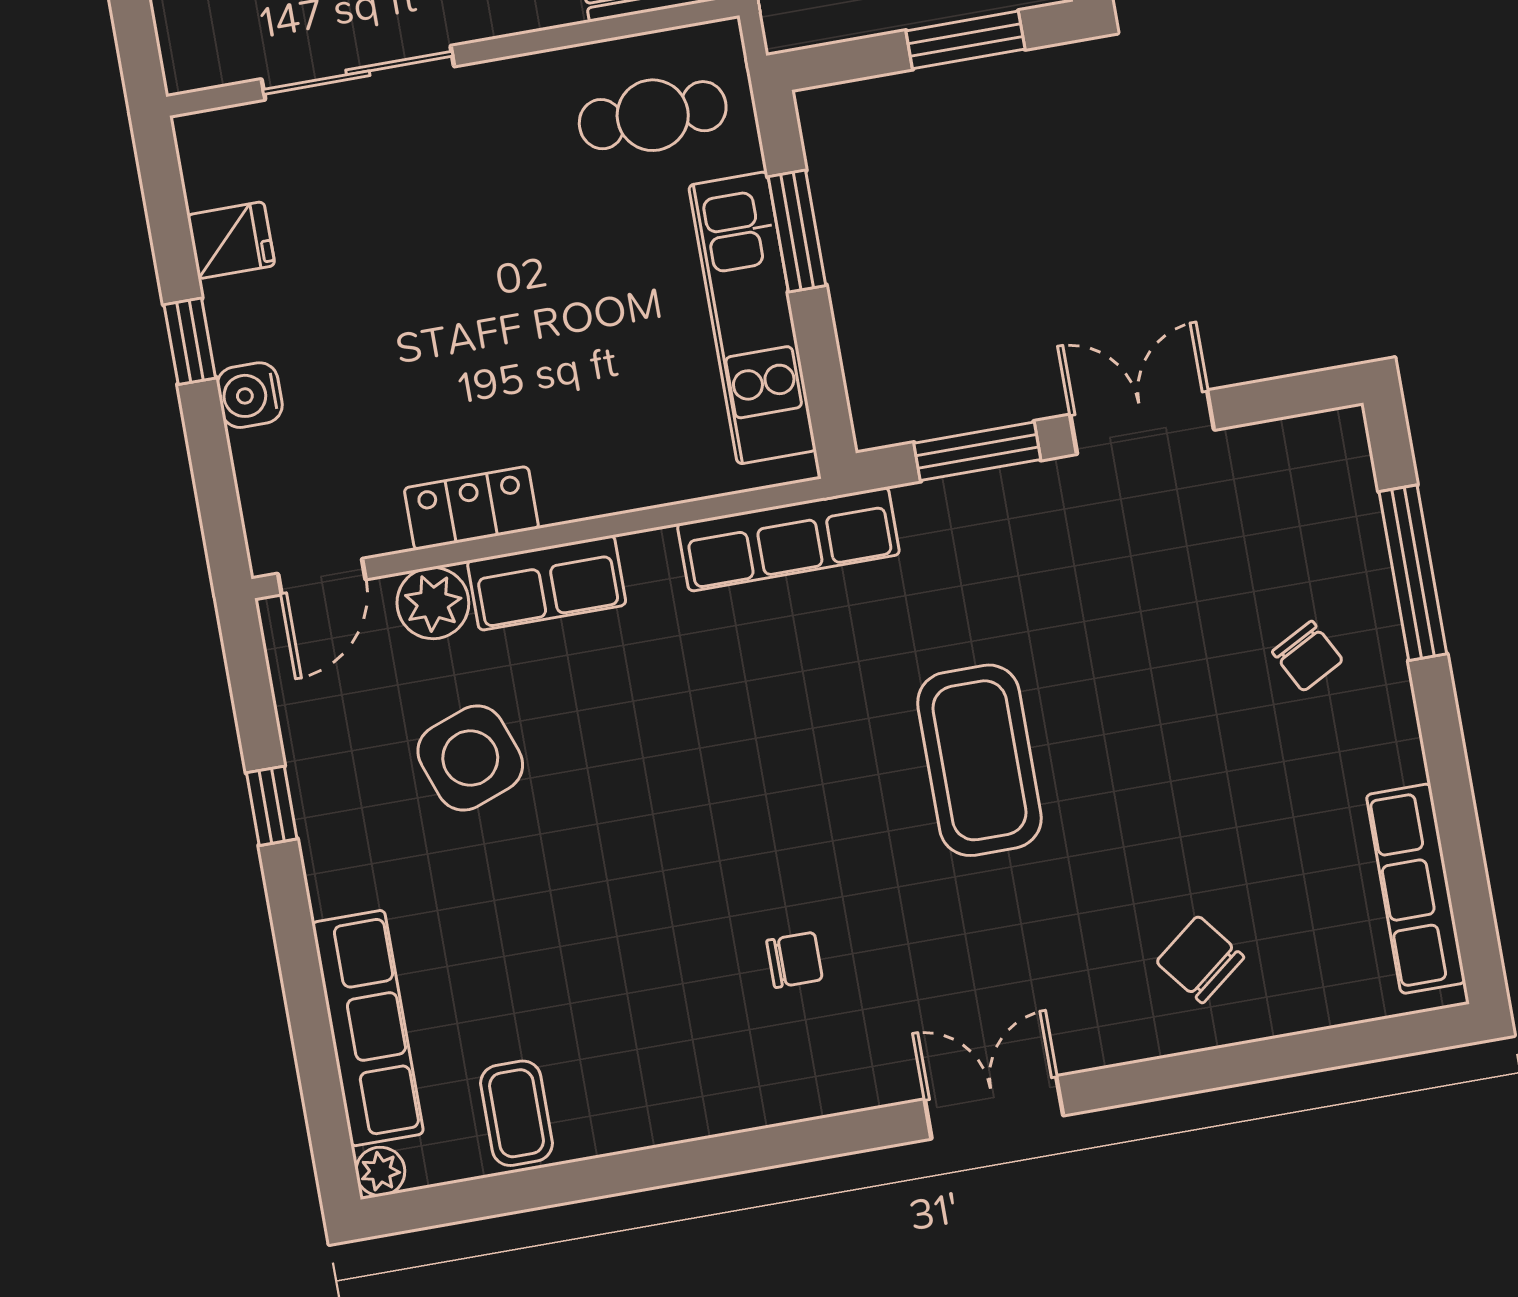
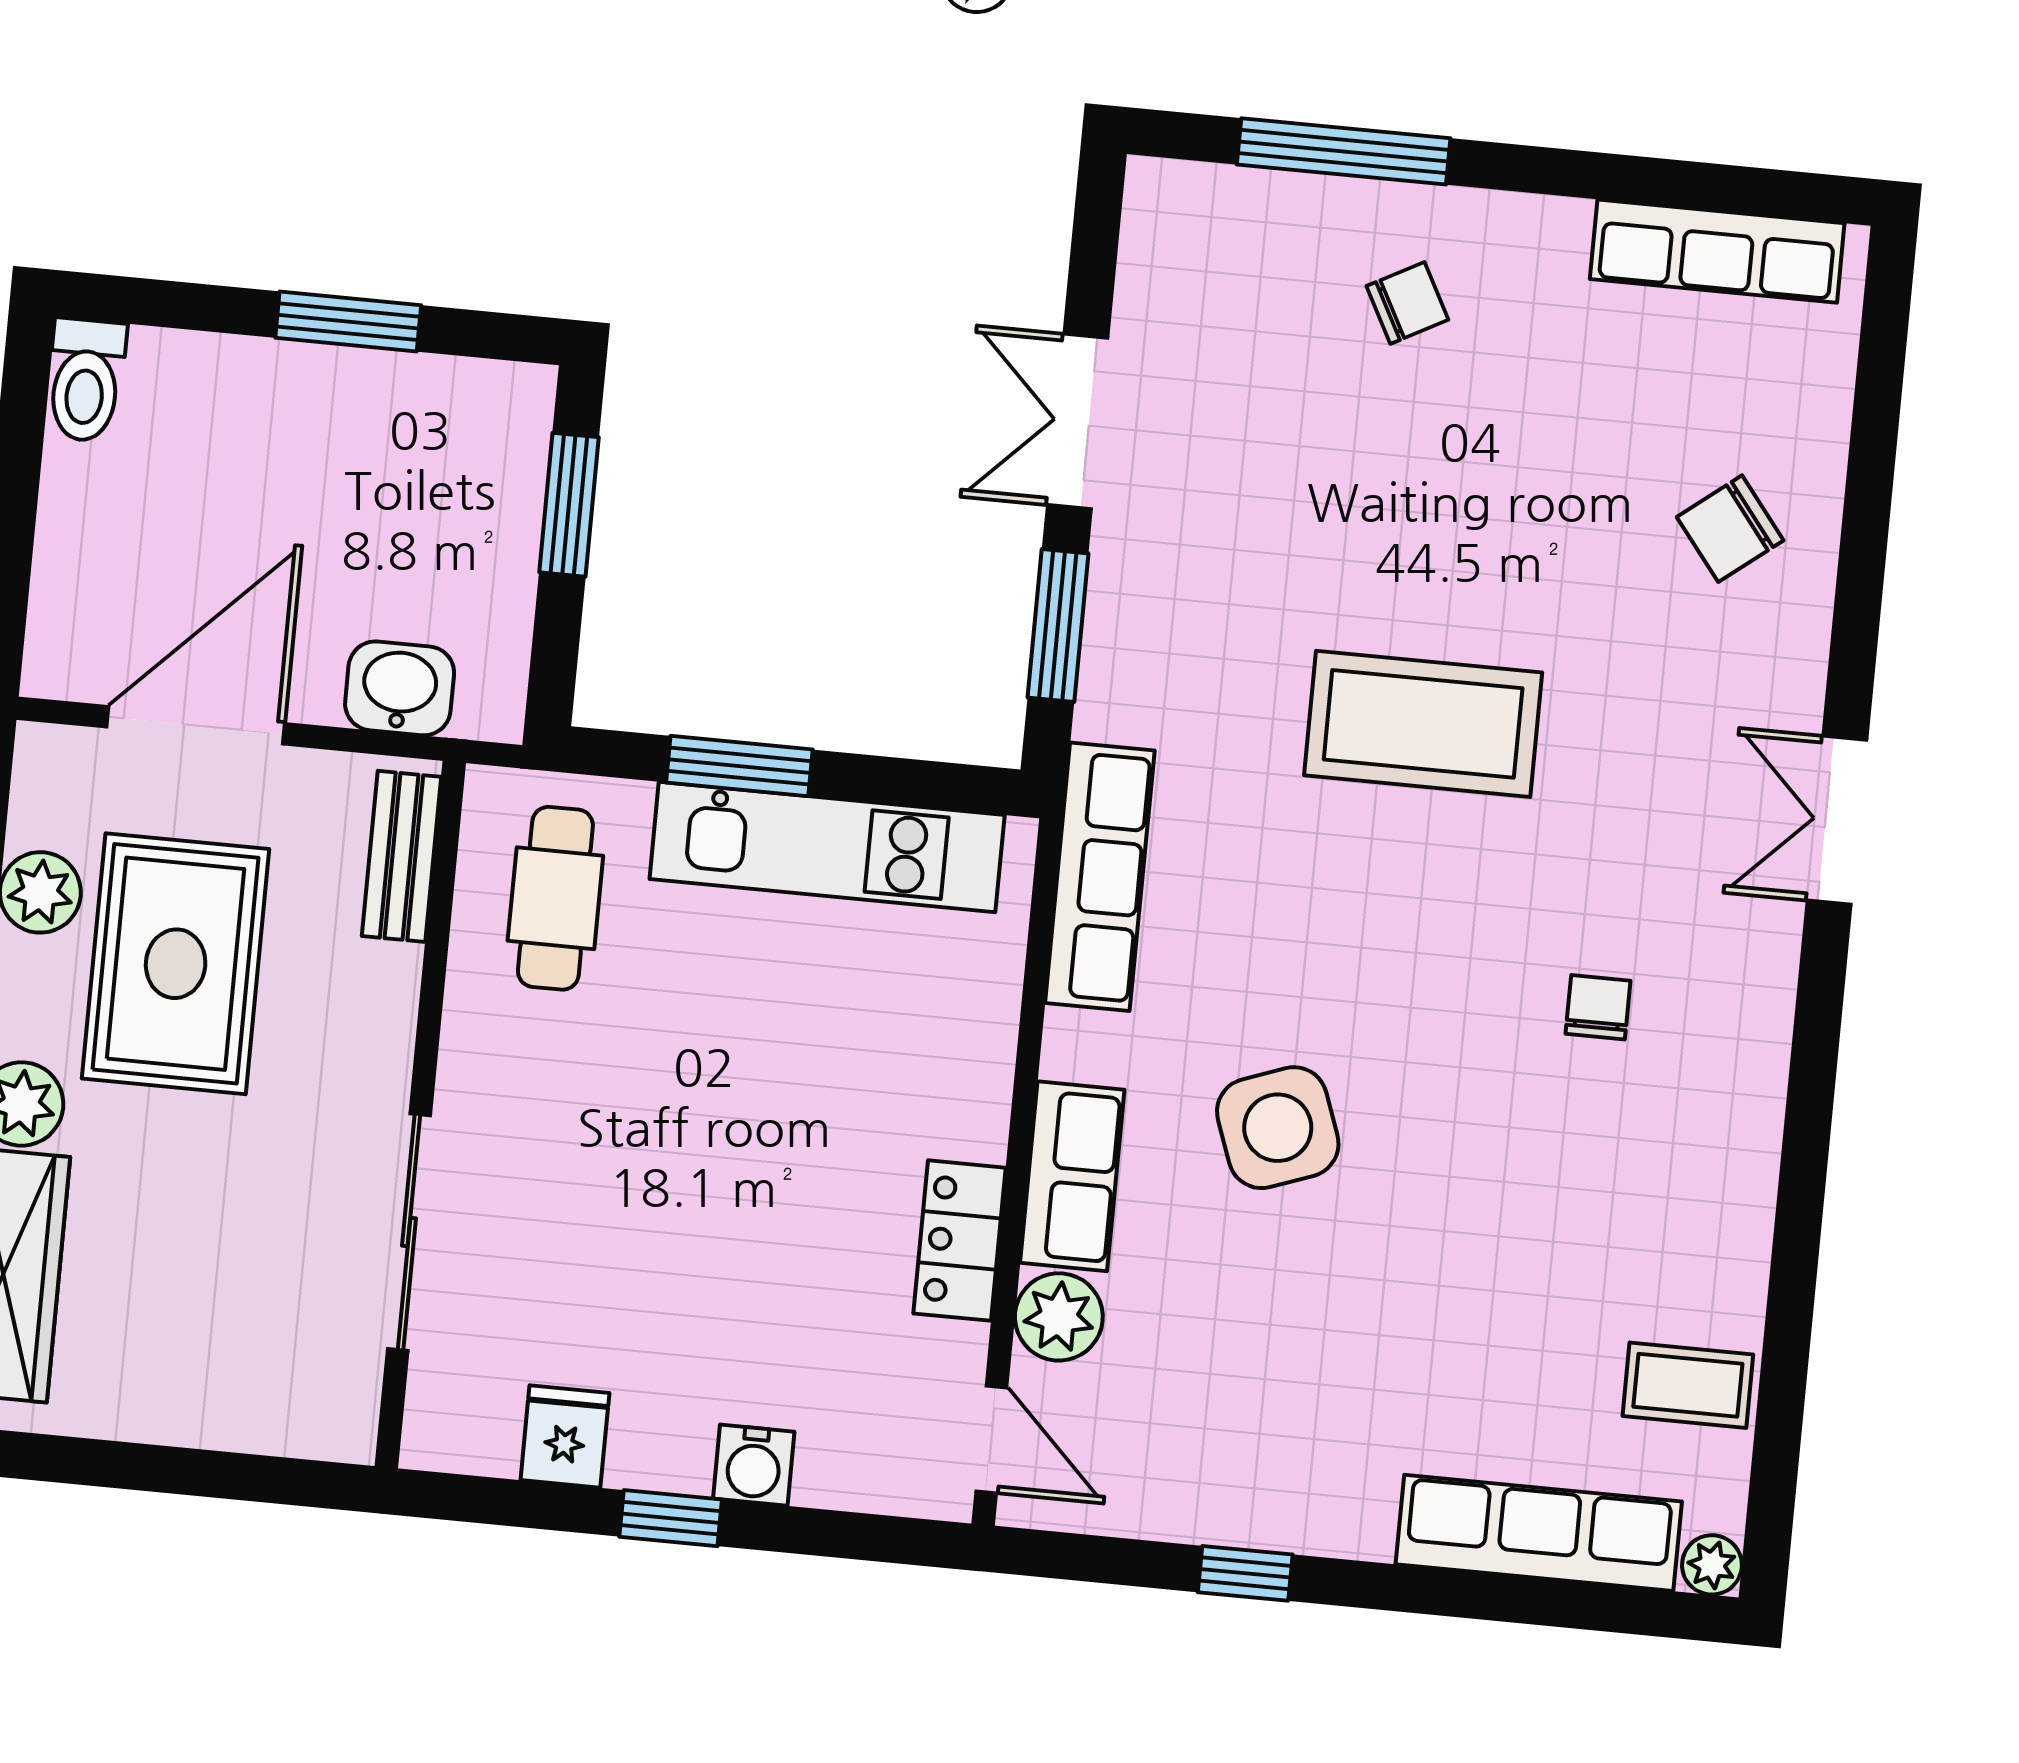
side table: (470, 758) -> (1278, 1128), moved

